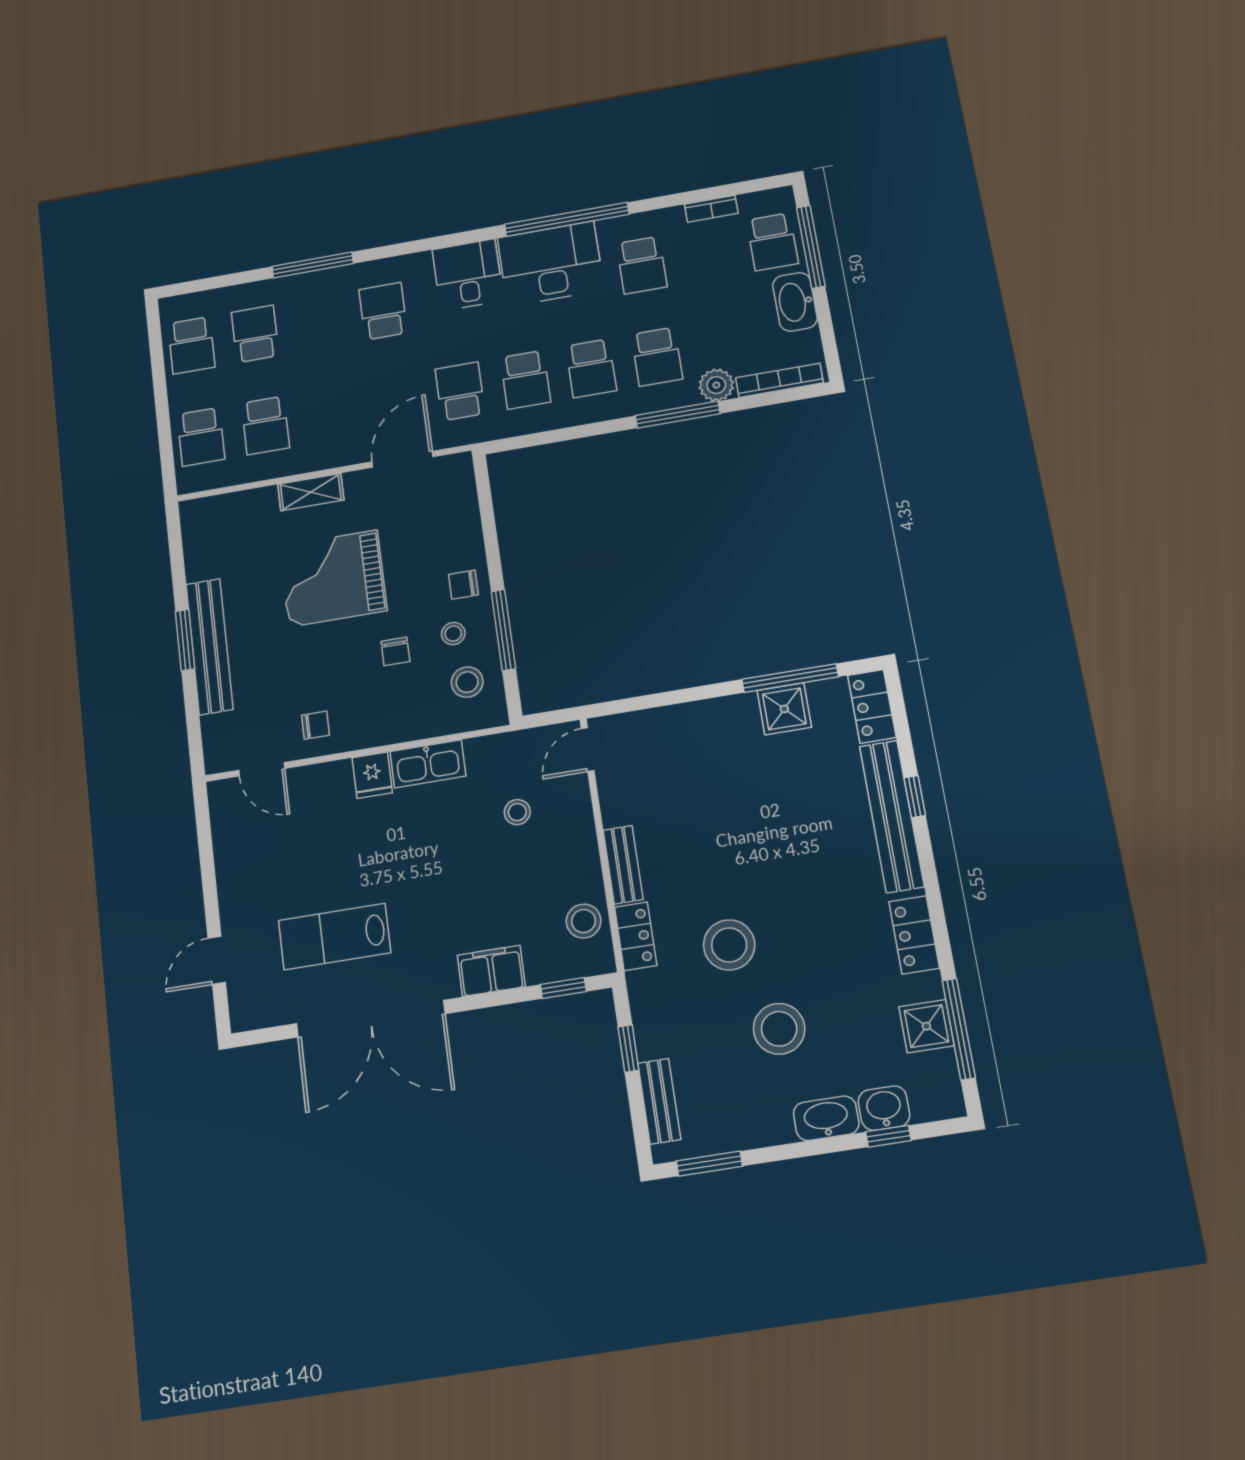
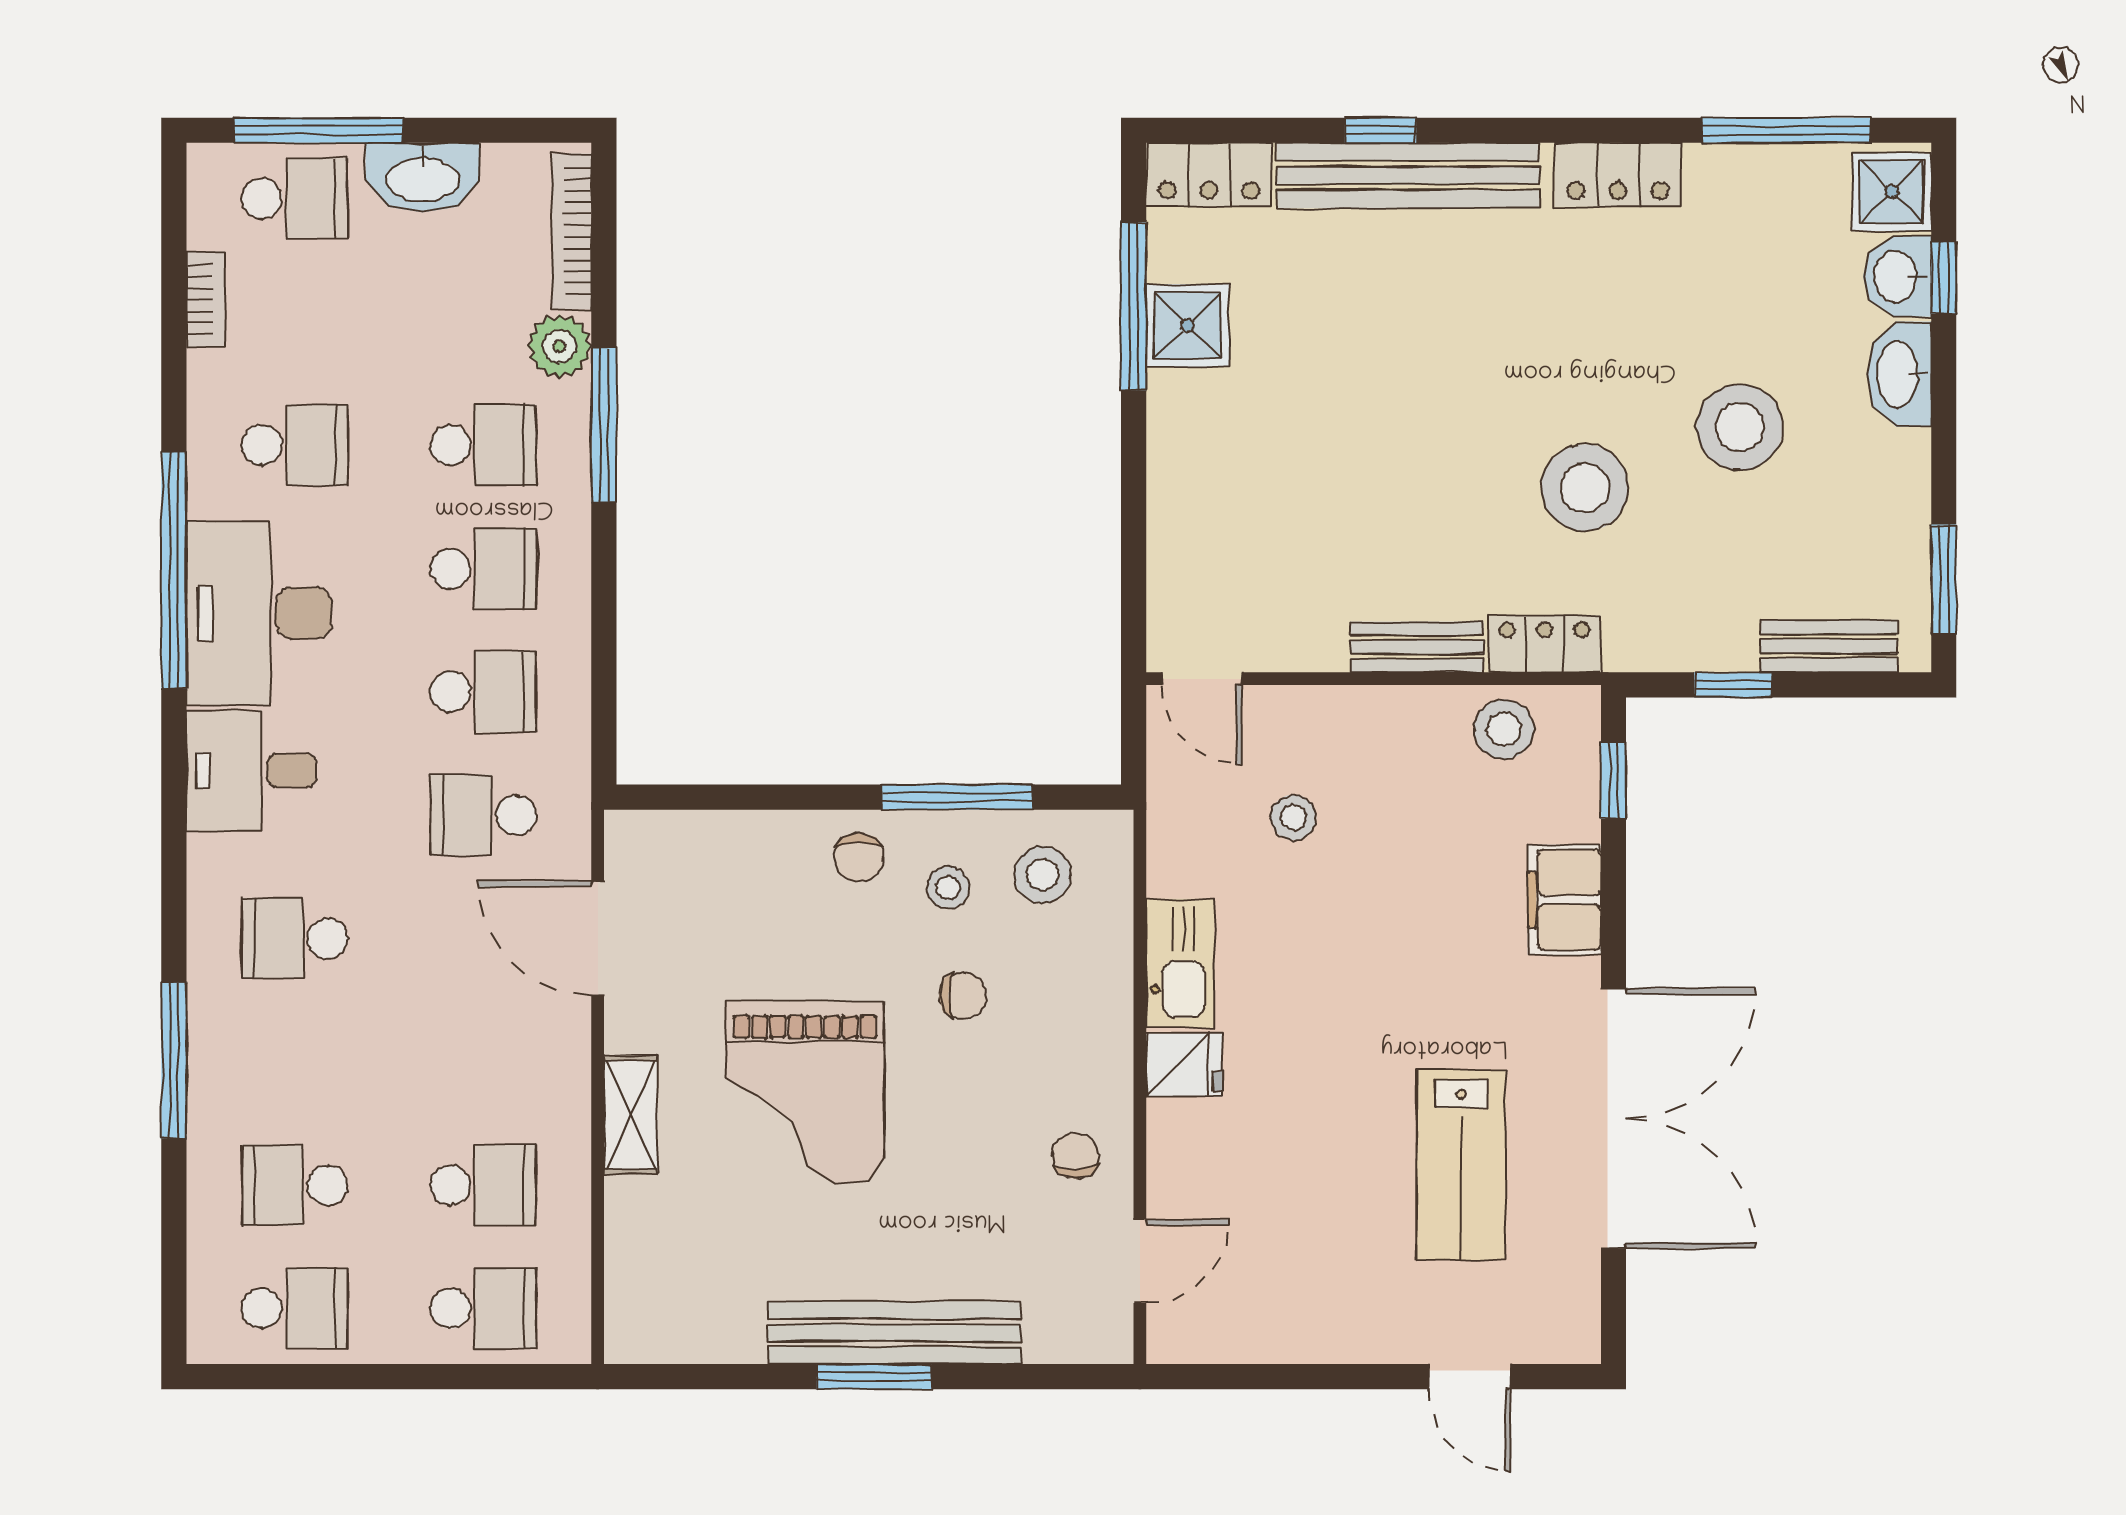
shower: (926, 1026) -> (1892, 192), moved

